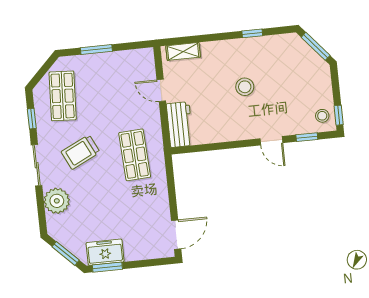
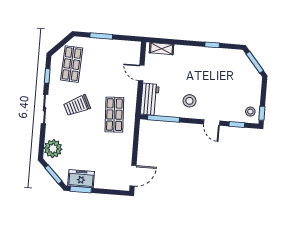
stool: (245, 87) -> (189, 101), moved
window: (204, 148) -> (163, 119), added
plant: (57, 201) -> (53, 149), moved

